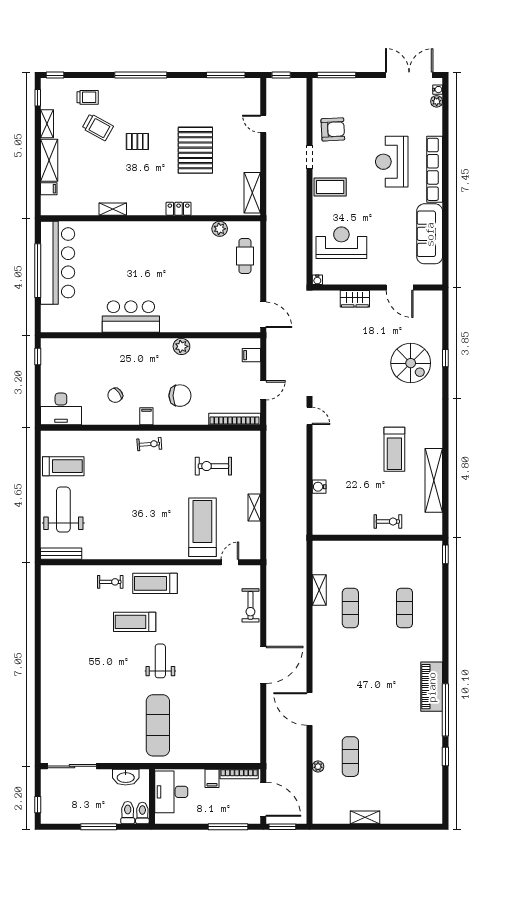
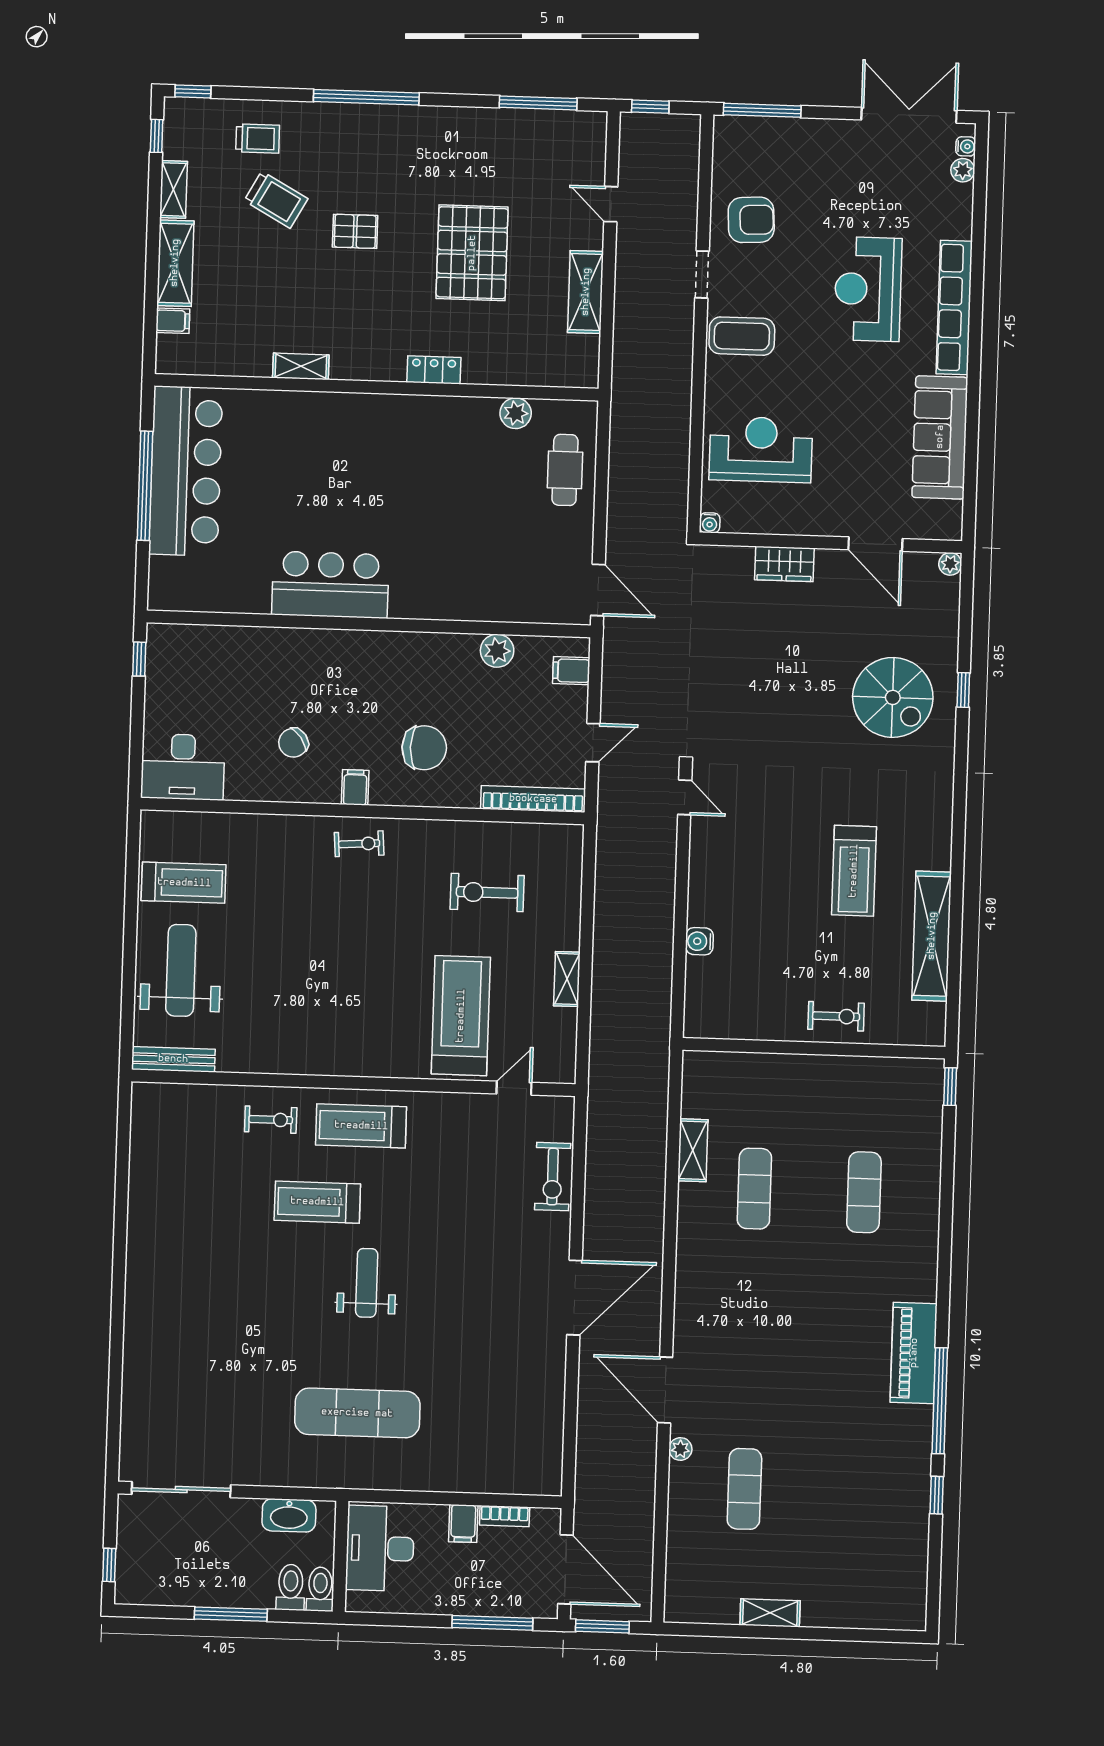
shelving: (252, 193) -> (586, 292), moved
plant: (437, 296) -> (950, 564), added
plant: (181, 346) -> (497, 651), moved
exercise mat: (158, 725) -> (357, 1413), turned 90
plant: (318, 767) -> (680, 1449), moved
bookcase: (239, 774) -> (505, 1516), width x0.64

